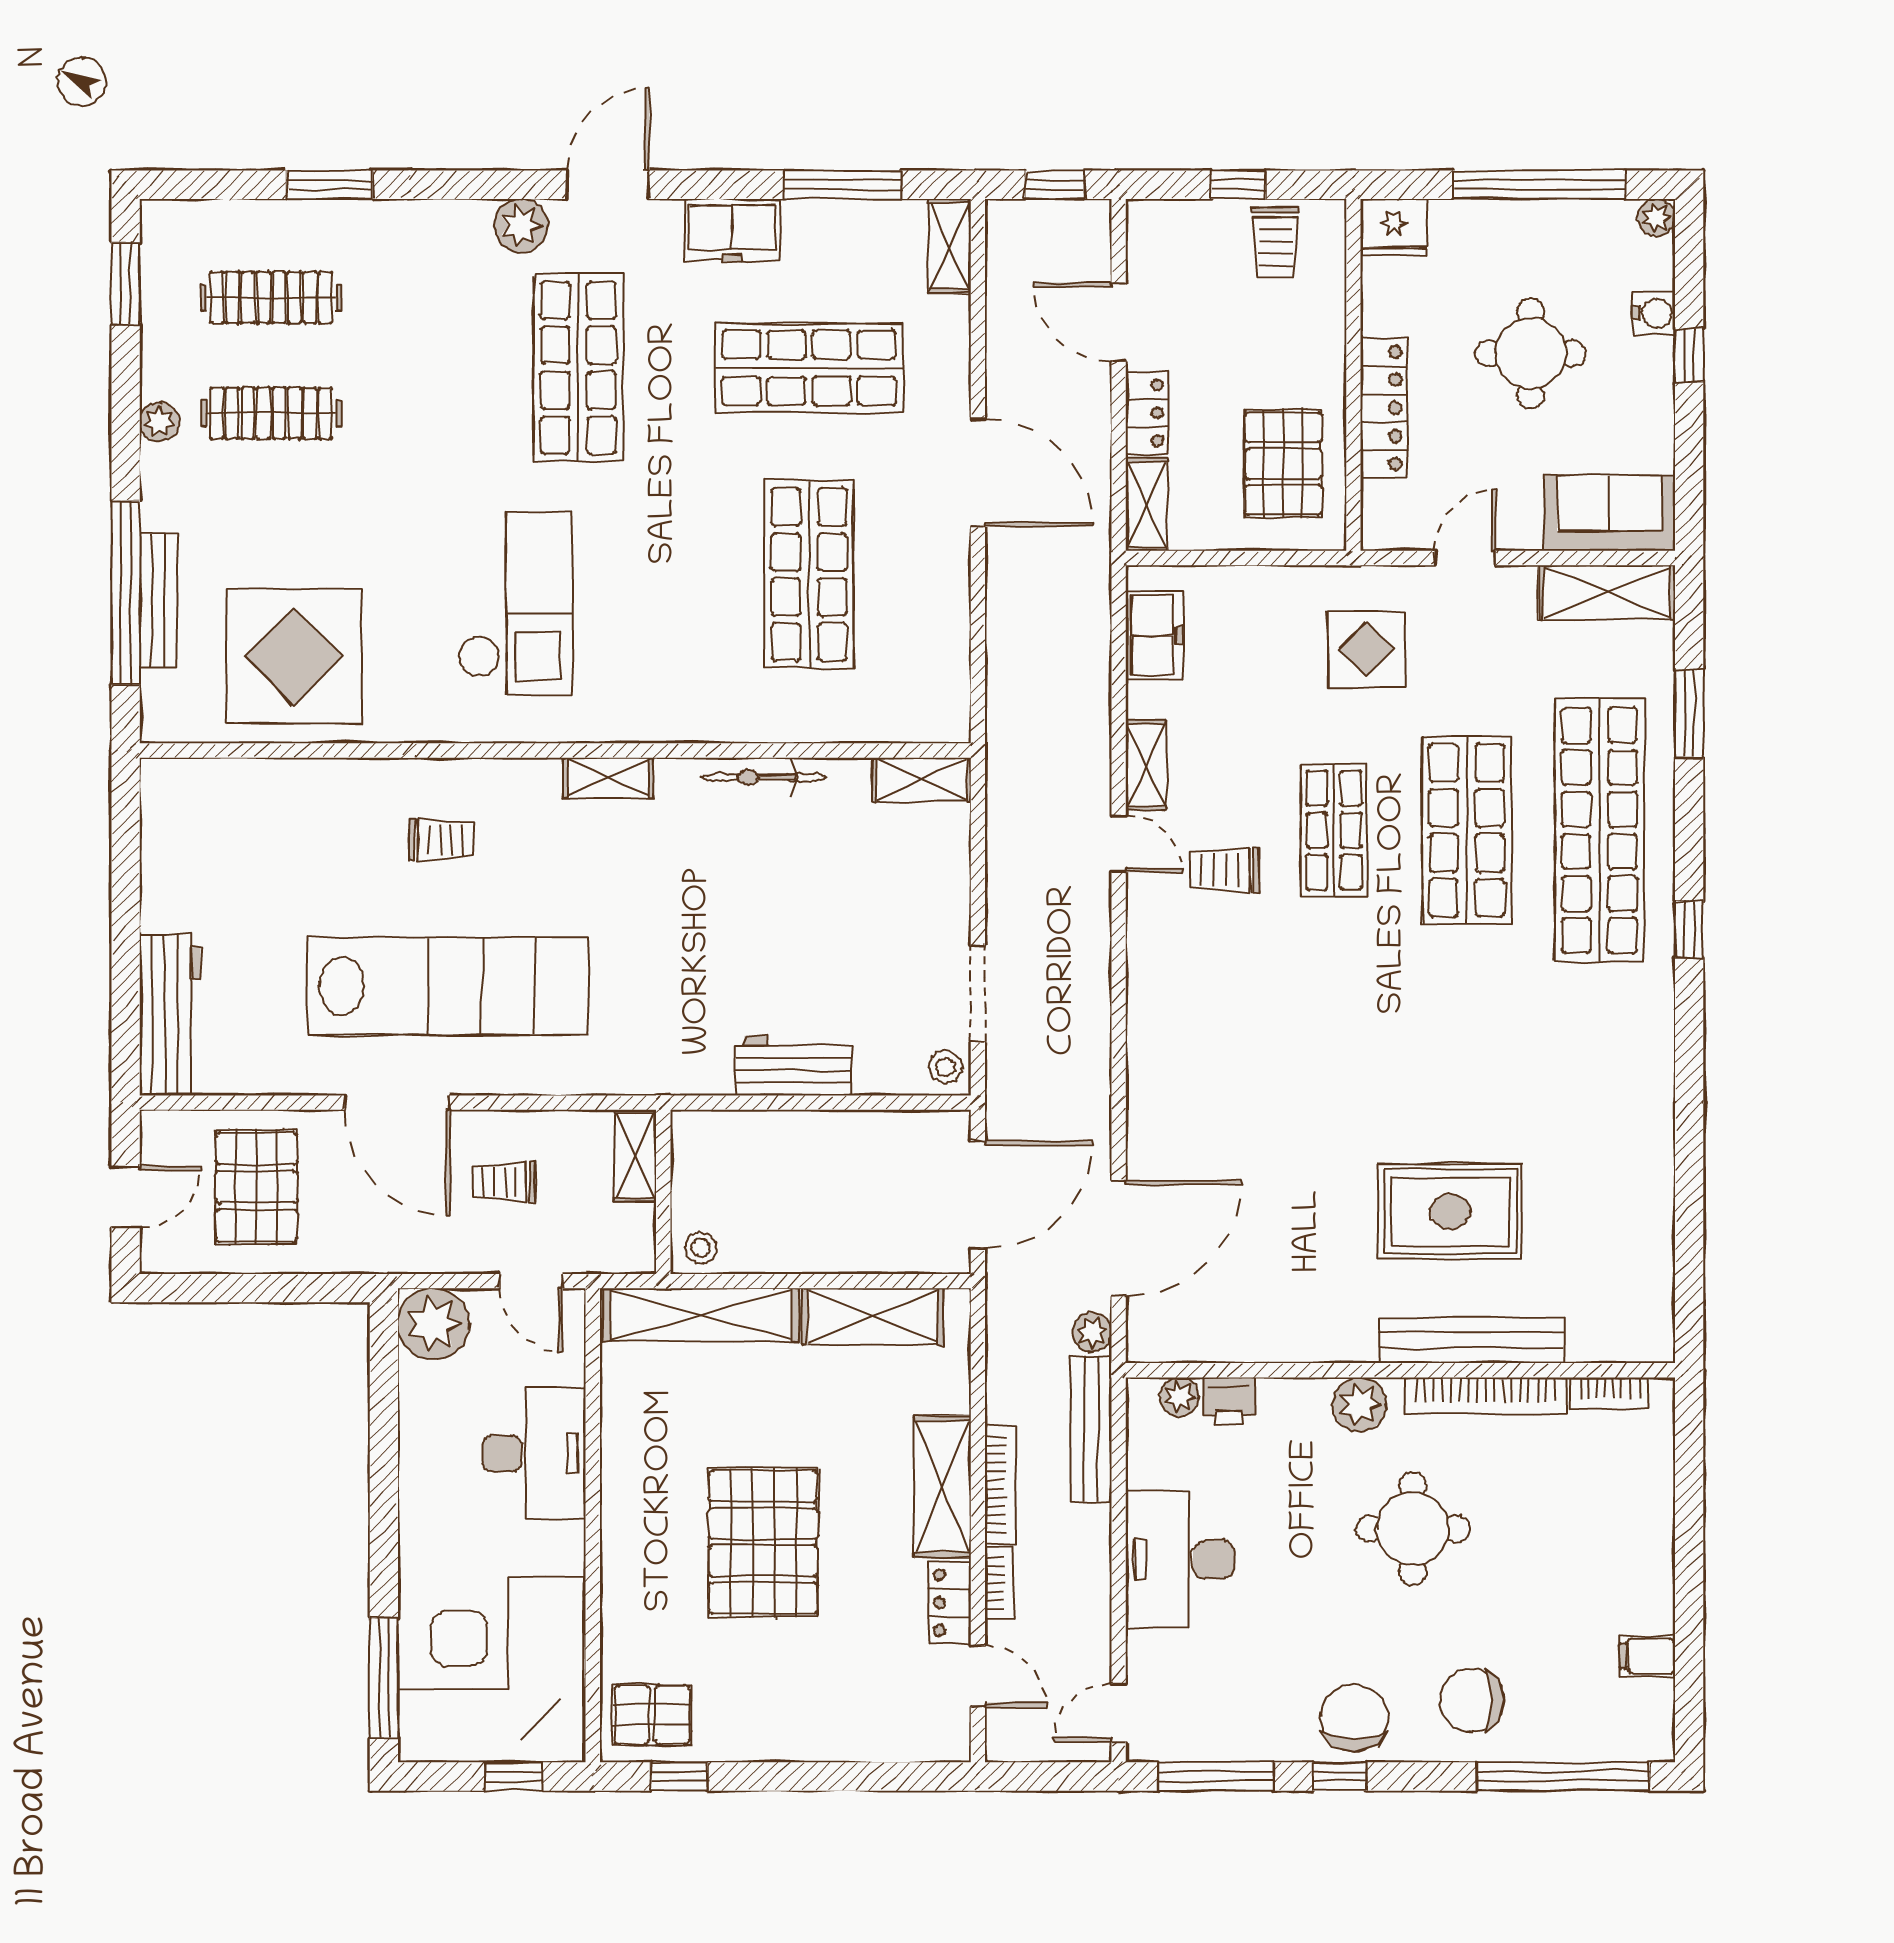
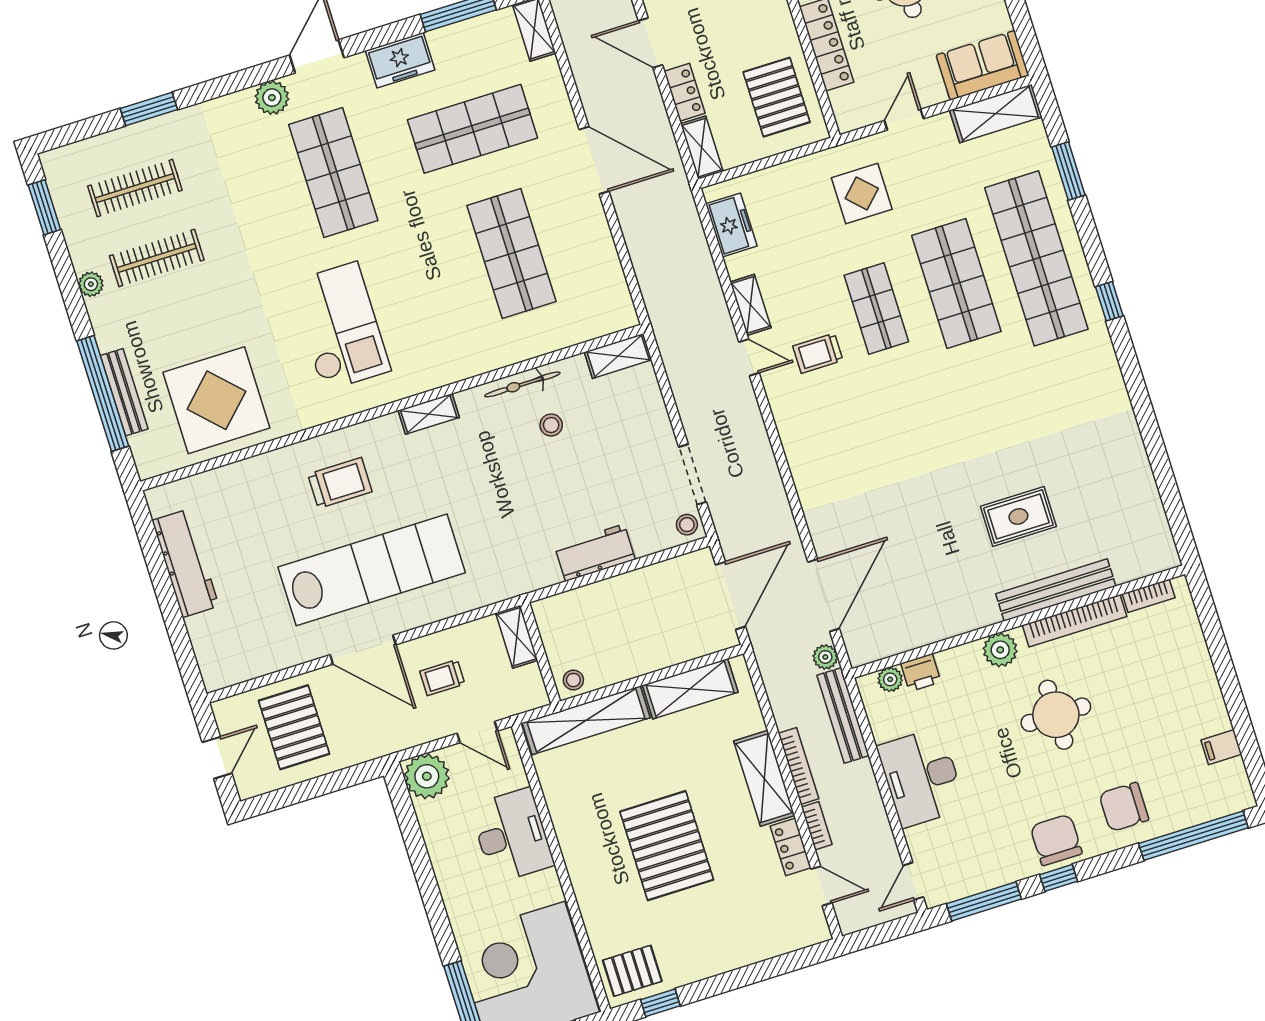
trolley: (441, 840) -> (340, 483), width x1.36, depth x1.39
stool: (788, 852) -> (551, 425), added
workbench: (170, 1015) -> (185, 563), moved
rug: (1450, 1212) -> (1018, 516), width x0.73, depth x0.70

